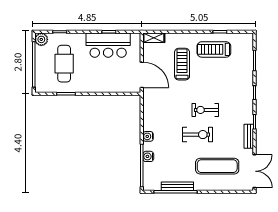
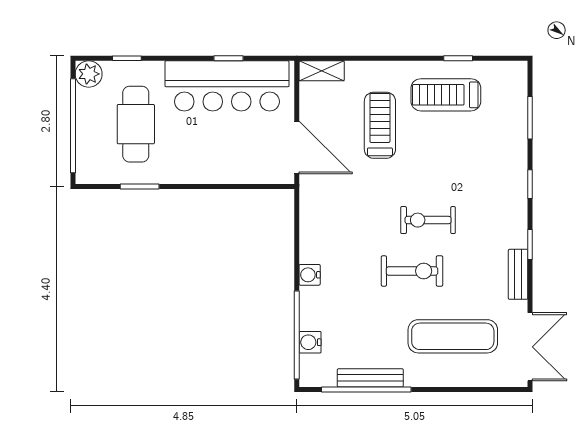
bar counter: (108, 45) -> (227, 86), width x1.36
water cooler: (148, 156) -> (310, 342), moved

